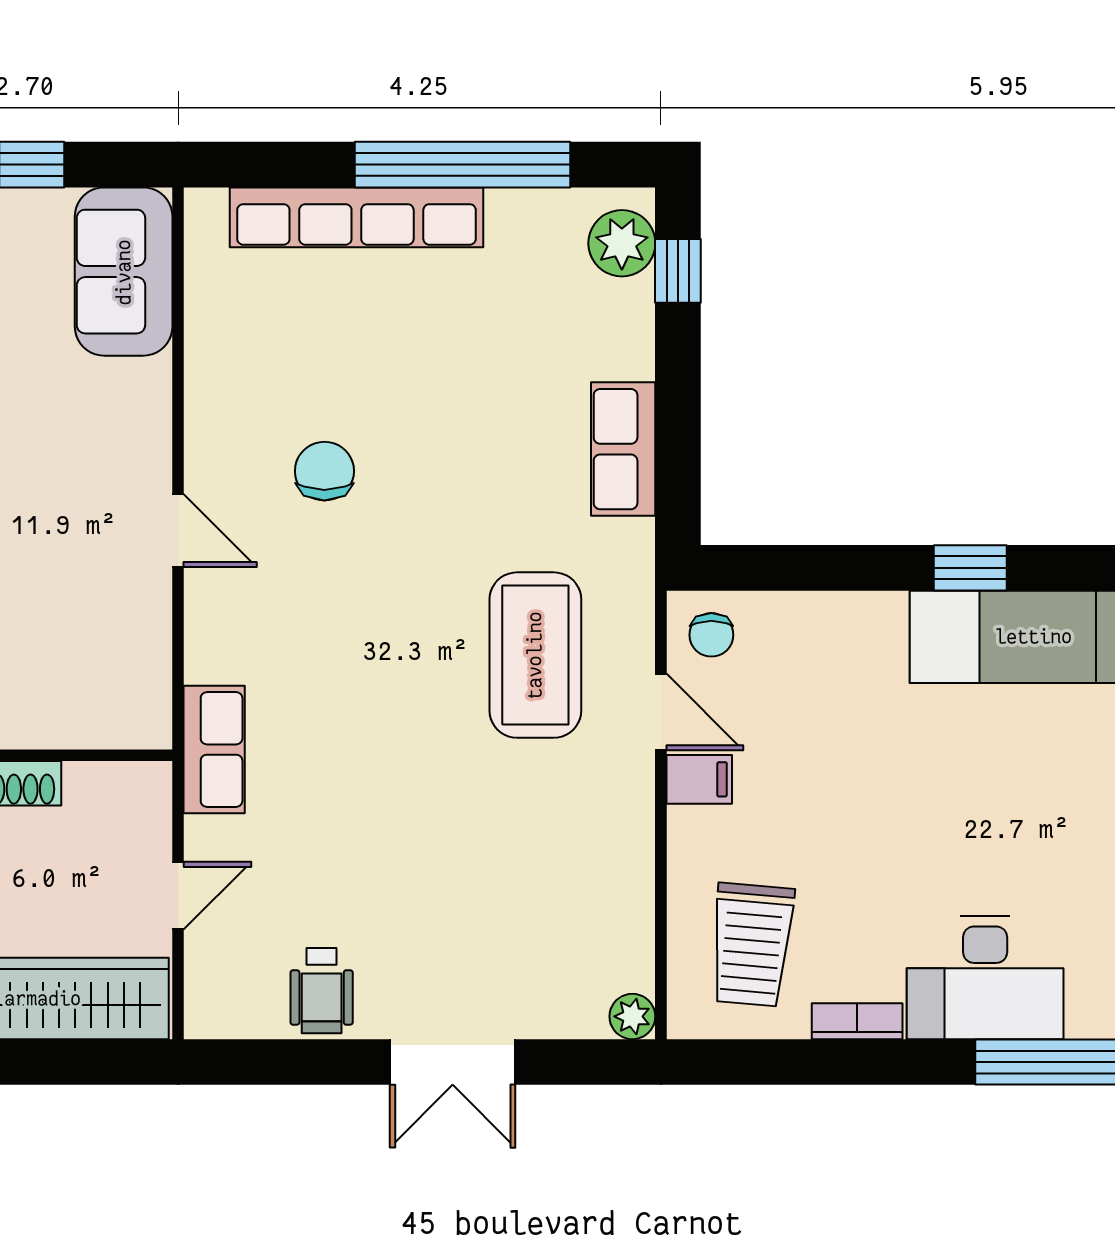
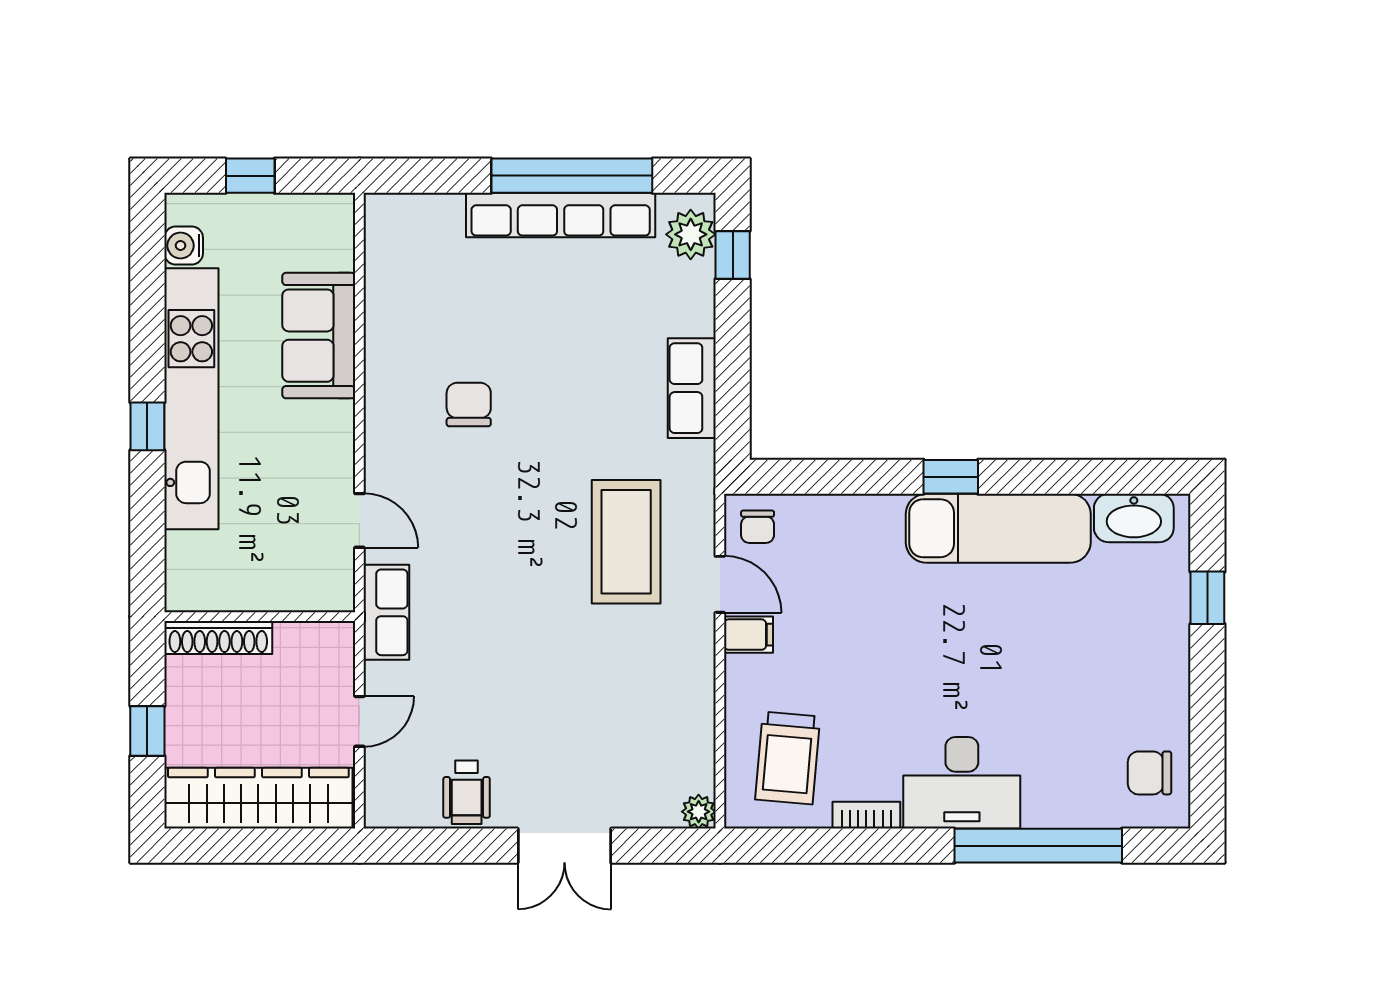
row of seats: (356, 217) -> (561, 215), moved
sofa: (124, 272) -> (319, 336), moved
door: (178, 531) -> (359, 520), moved

